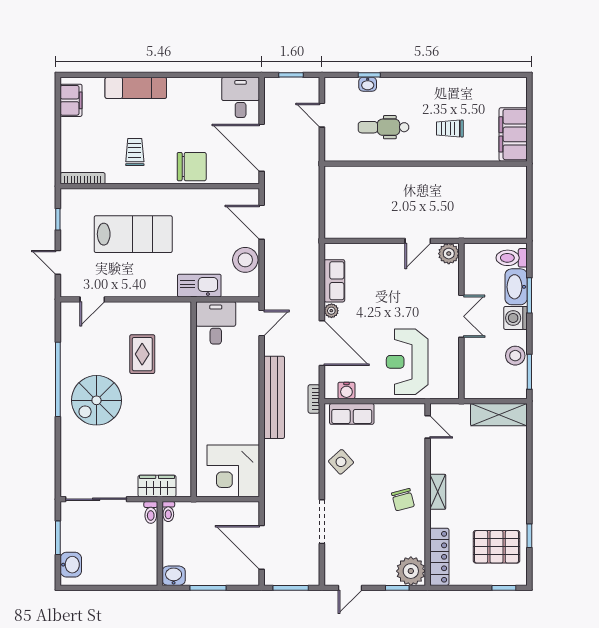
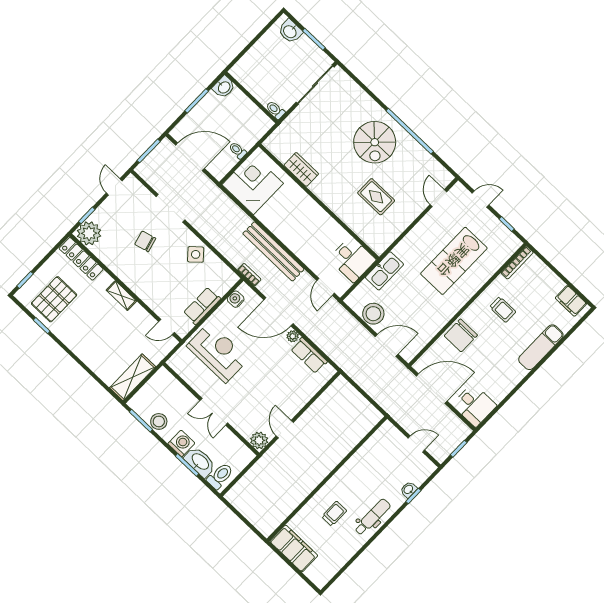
dental chair: (384, 127) -> (372, 517), moved
spiral stairs: (96, 400) -> (375, 142), turned 180
row of seats: (352, 414) -> (202, 306), moved
wardrobe: (157, 486) -> (301, 169), moved, turned -90
chair: (403, 500) -> (145, 241), moved
toilet: (168, 512) -> (238, 150), moved

